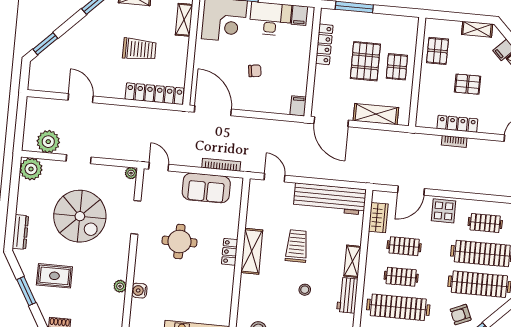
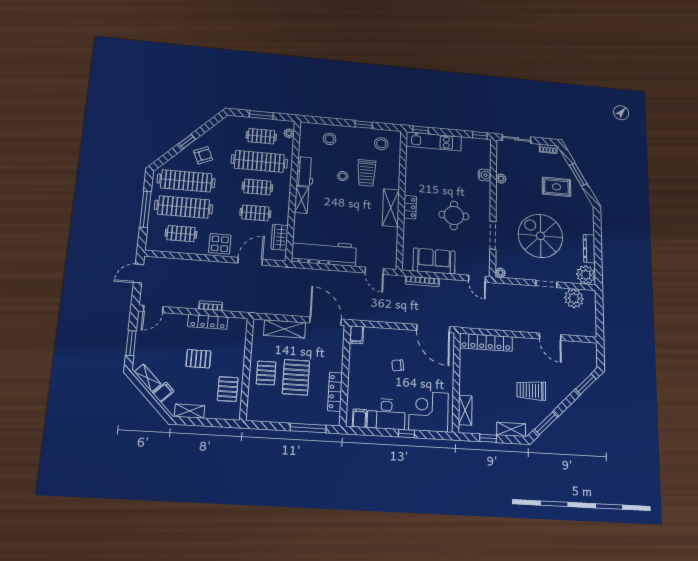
trolley: (139, 49) -> (531, 391), moved
dresser: (20, 232) -> (589, 249), moved
trolley: (297, 246) -> (367, 173), moved

